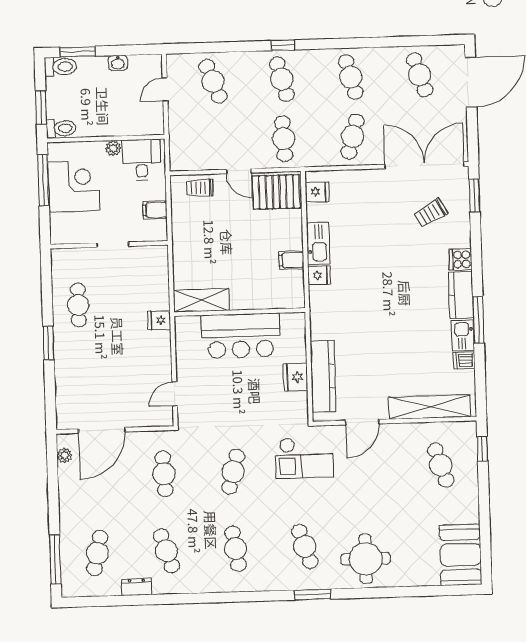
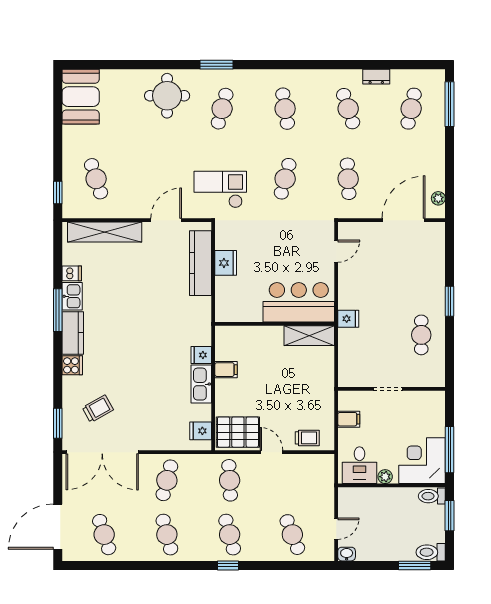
washbasin: (118, 63) -> (347, 554), moved
corner desk: (74, 186) -> (422, 461), moved, turned 90
bar counter: (241, 336) -> (299, 302), moved
cafe table: (305, 546) -> (222, 109), turned 33

